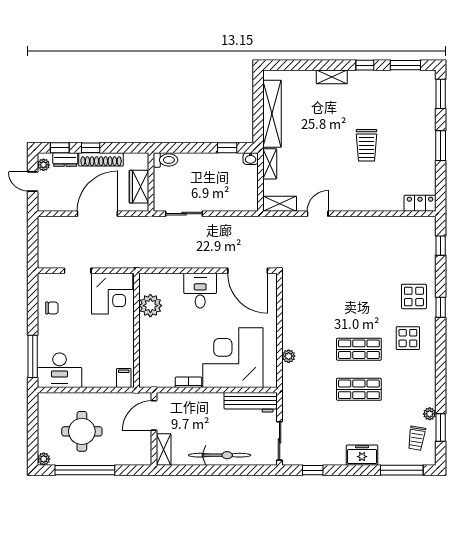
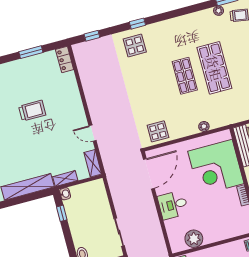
window: (441, 146) -> (31, 52), moved
display table: (408, 338) -> (158, 131), moved
shop shelf: (359, 389) -> (214, 68), width x1.43, depth x1.36

